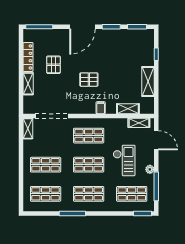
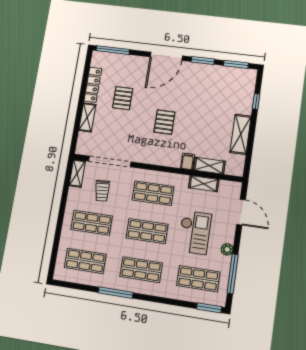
pallet: (89, 80) -> (164, 122), turned 90
filing cabinet: (101, 108) -> (188, 161), moved
shelving: (139, 123) -> (204, 184), moved
trolley: (50, 139) -> (102, 191), added

